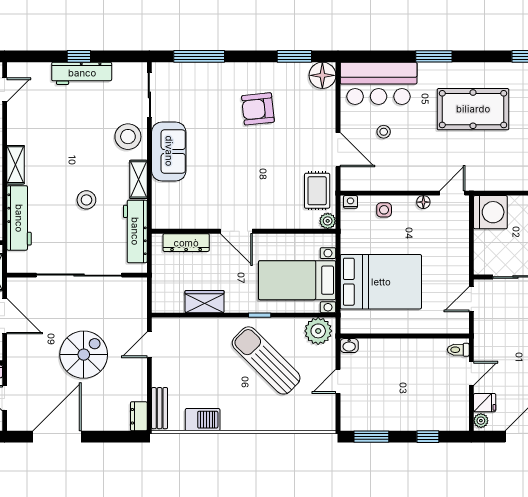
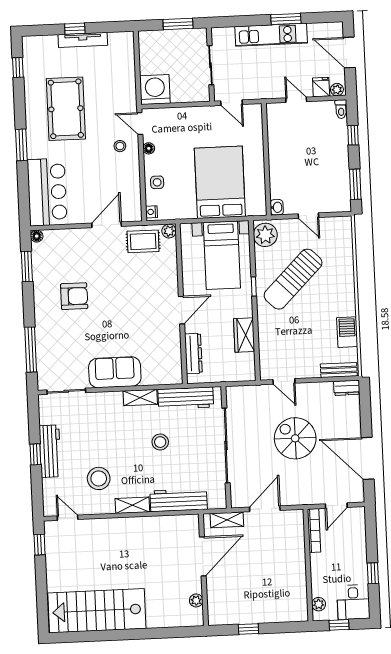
floor lamp: (322, 75) -> (37, 236), width x0.53, depth x0.53
armchair: (258, 109) -> (74, 296), turned -84
stool: (384, 132) -> (120, 146), moved
stool: (128, 137) -> (99, 478), moved
toilet: (458, 350) -> (341, 109), moved

